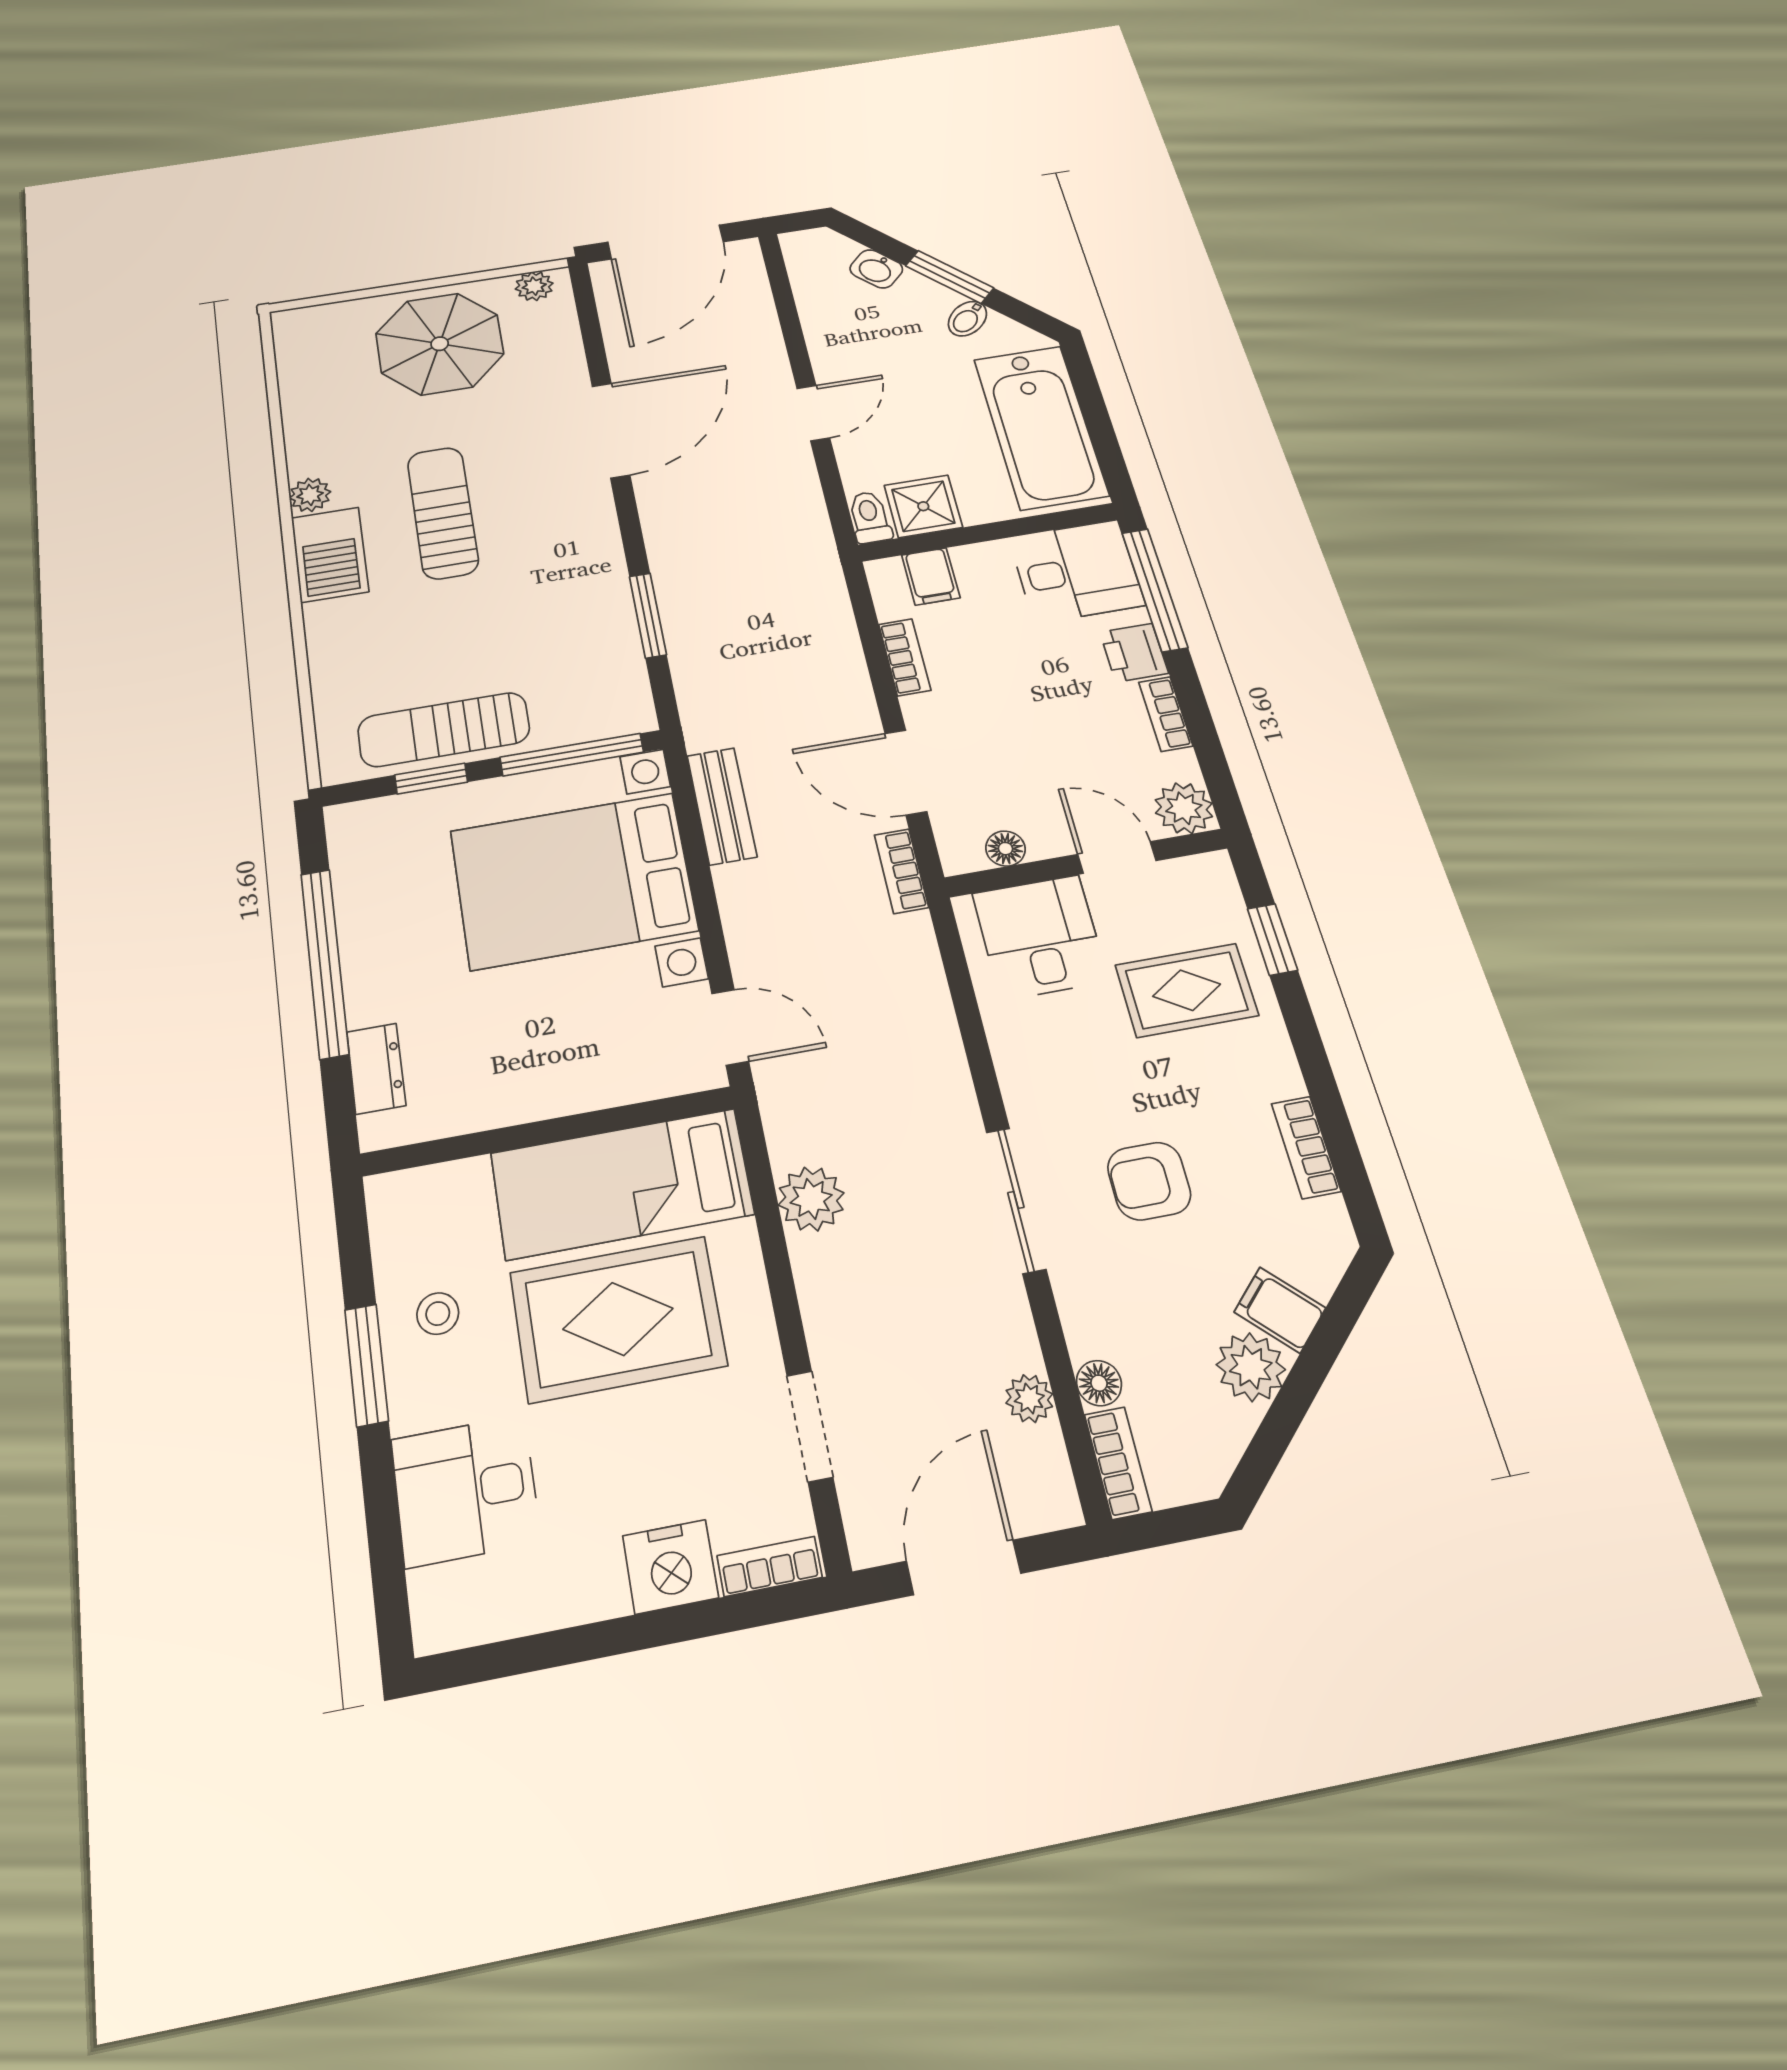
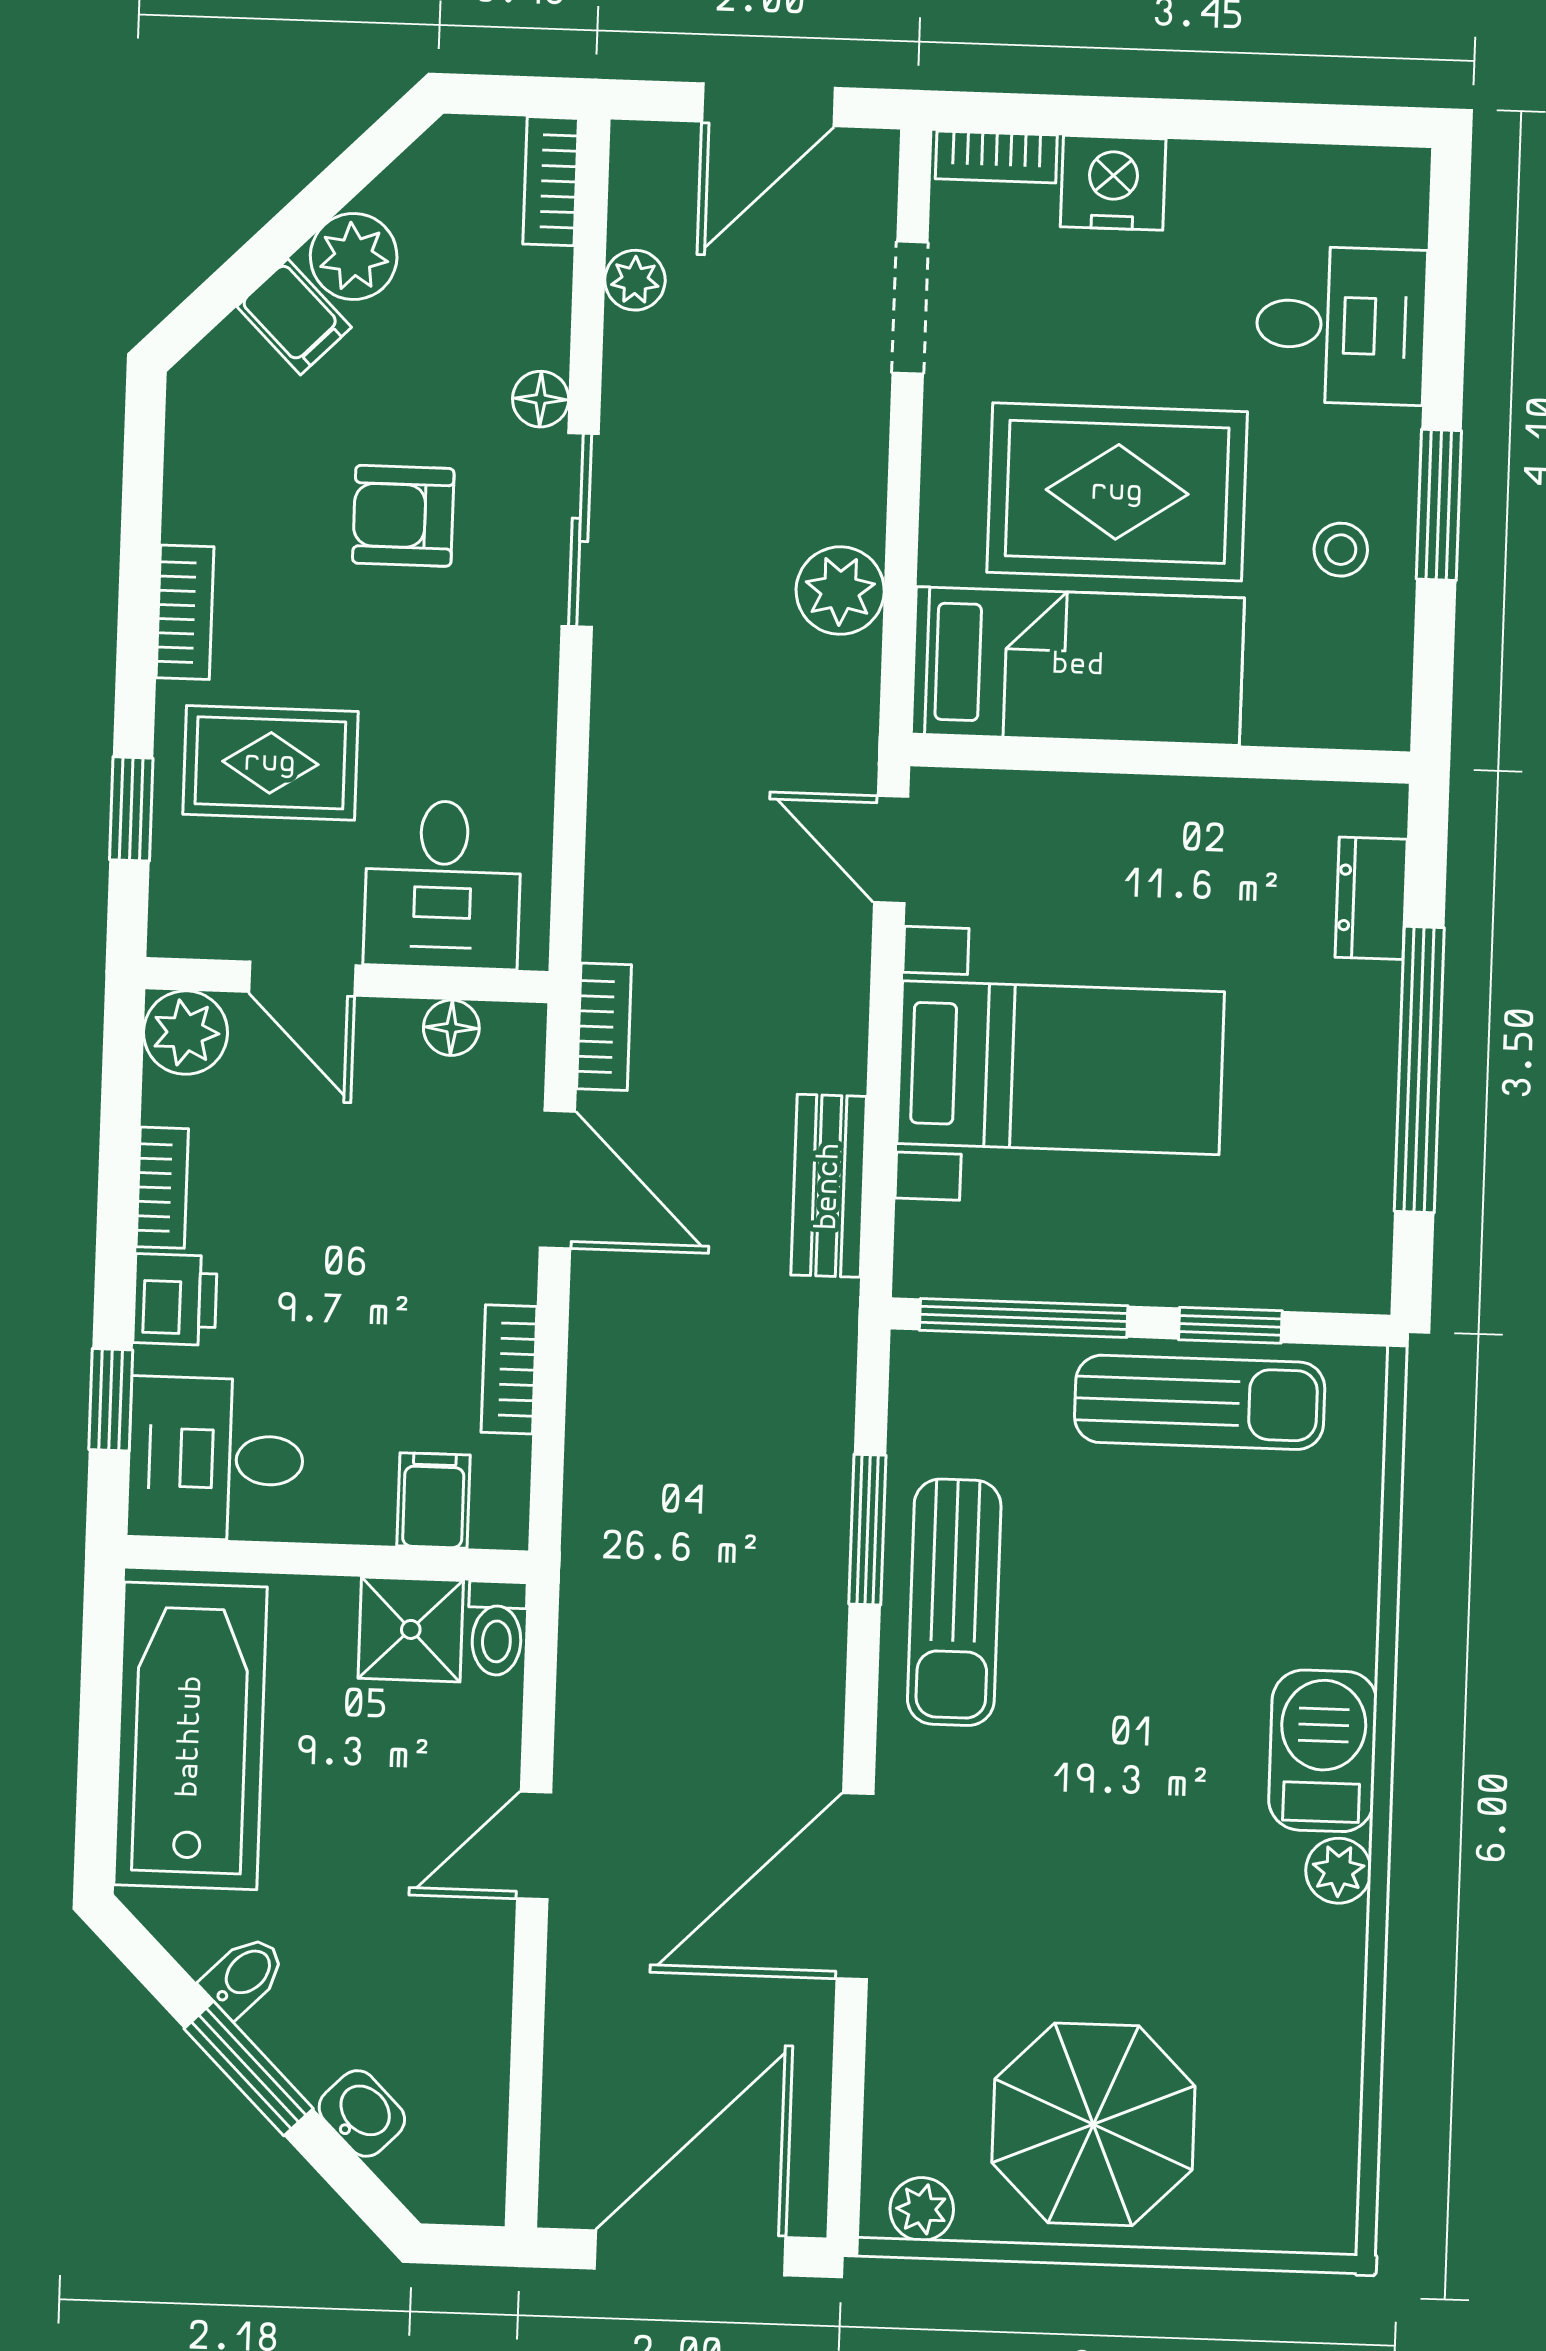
sun lounger: (443, 513) -> (954, 1602), moved
window: (1155, 590) -> (111, 1400), width x0.46
bed with nightstands: (573, 880) -> (1061, 1068), width x0.73
bookcase: (1306, 1147) -> (185, 612), moved
armchair: (1149, 1181) -> (403, 516), turned 180
floor lamp: (1099, 1383) -> (541, 399), moved

